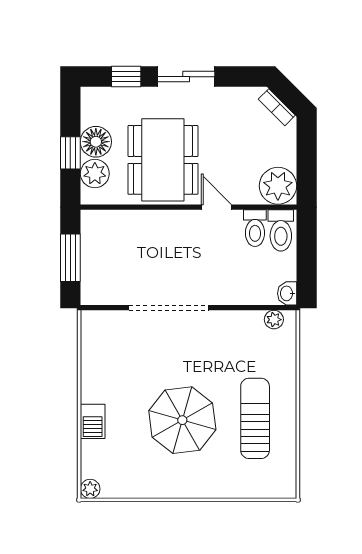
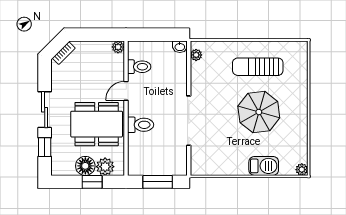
plant: (278, 186) -> (118, 47), width x0.53, depth x0.53
toilet: (281, 230) -> (141, 125), moved
barbecue: (93, 421) -> (264, 166), width x1.38, depth x1.27

